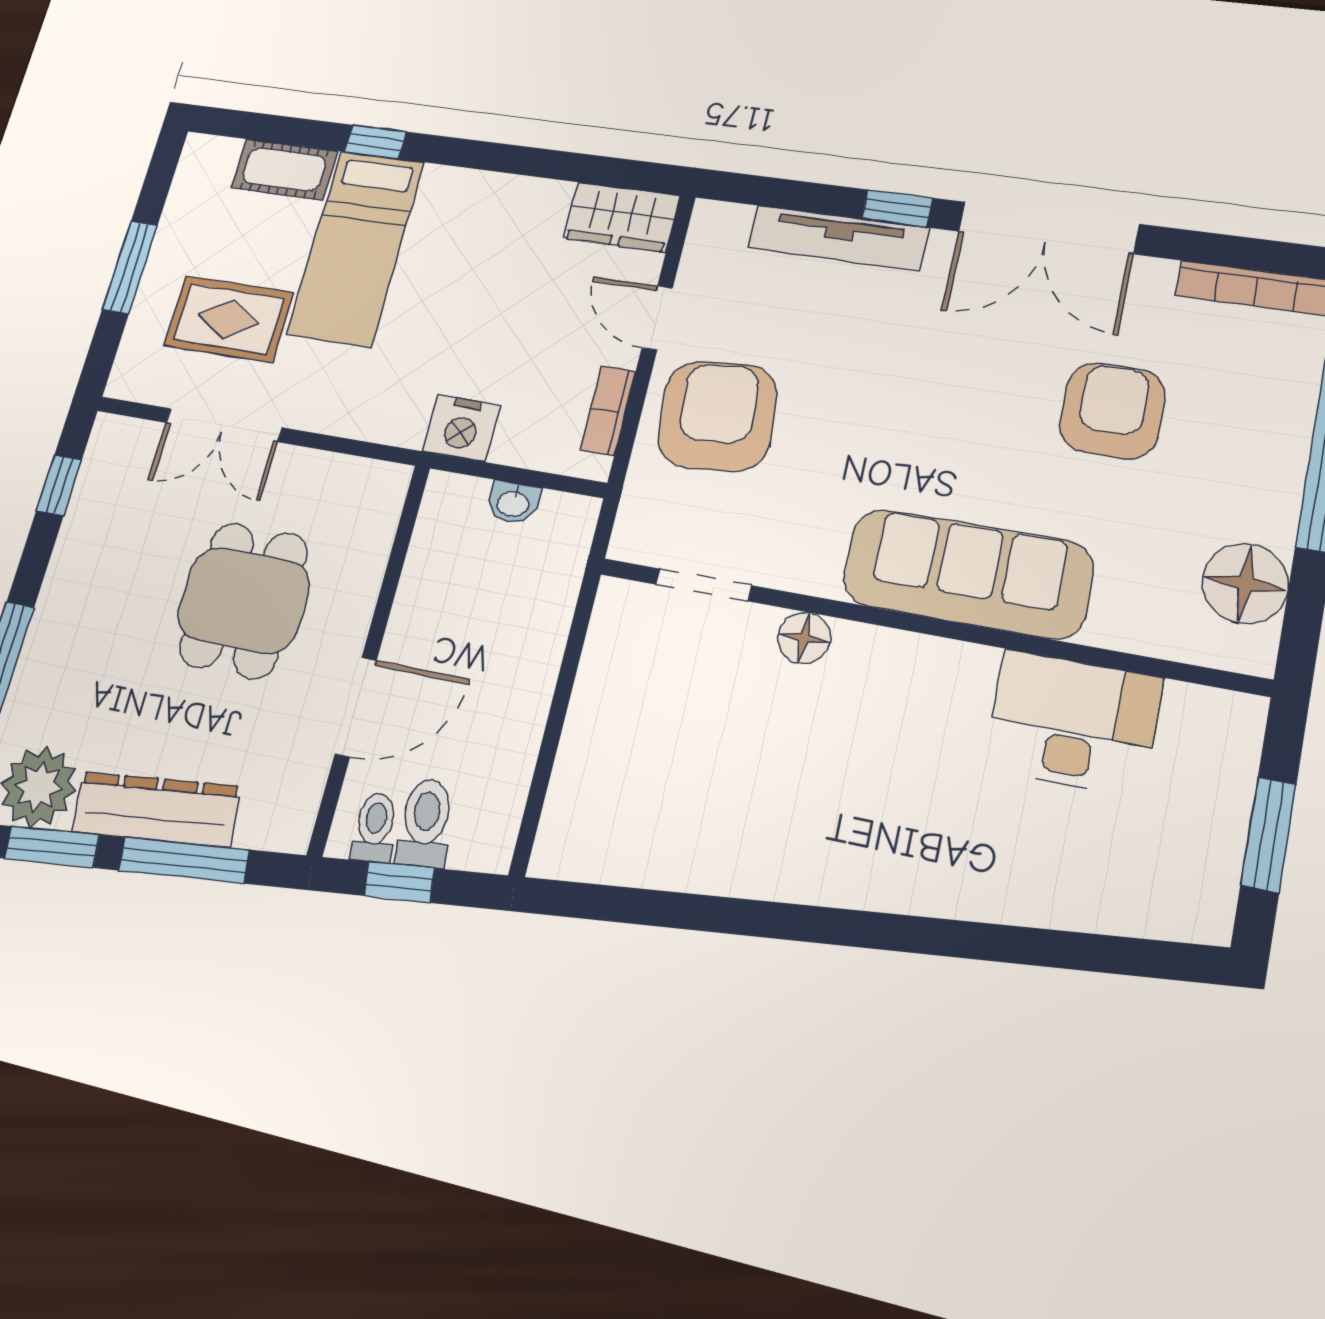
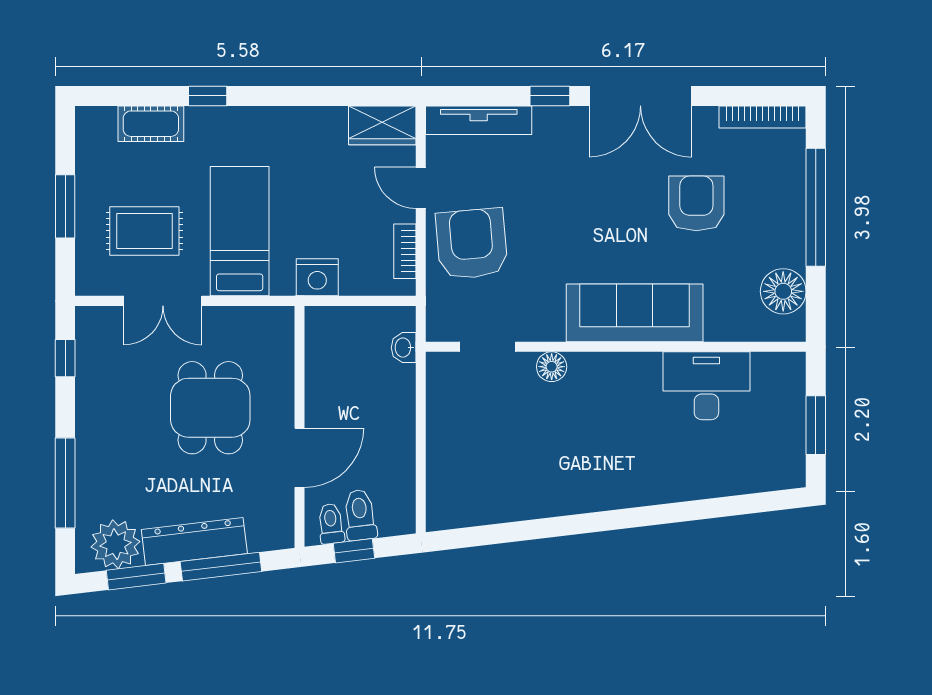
tv unit: (838, 238) -> (479, 120), moved
bed: (356, 248) -> (240, 231), moved, turned 180
washbasin: (513, 503) -> (404, 348), moved, turned 90

